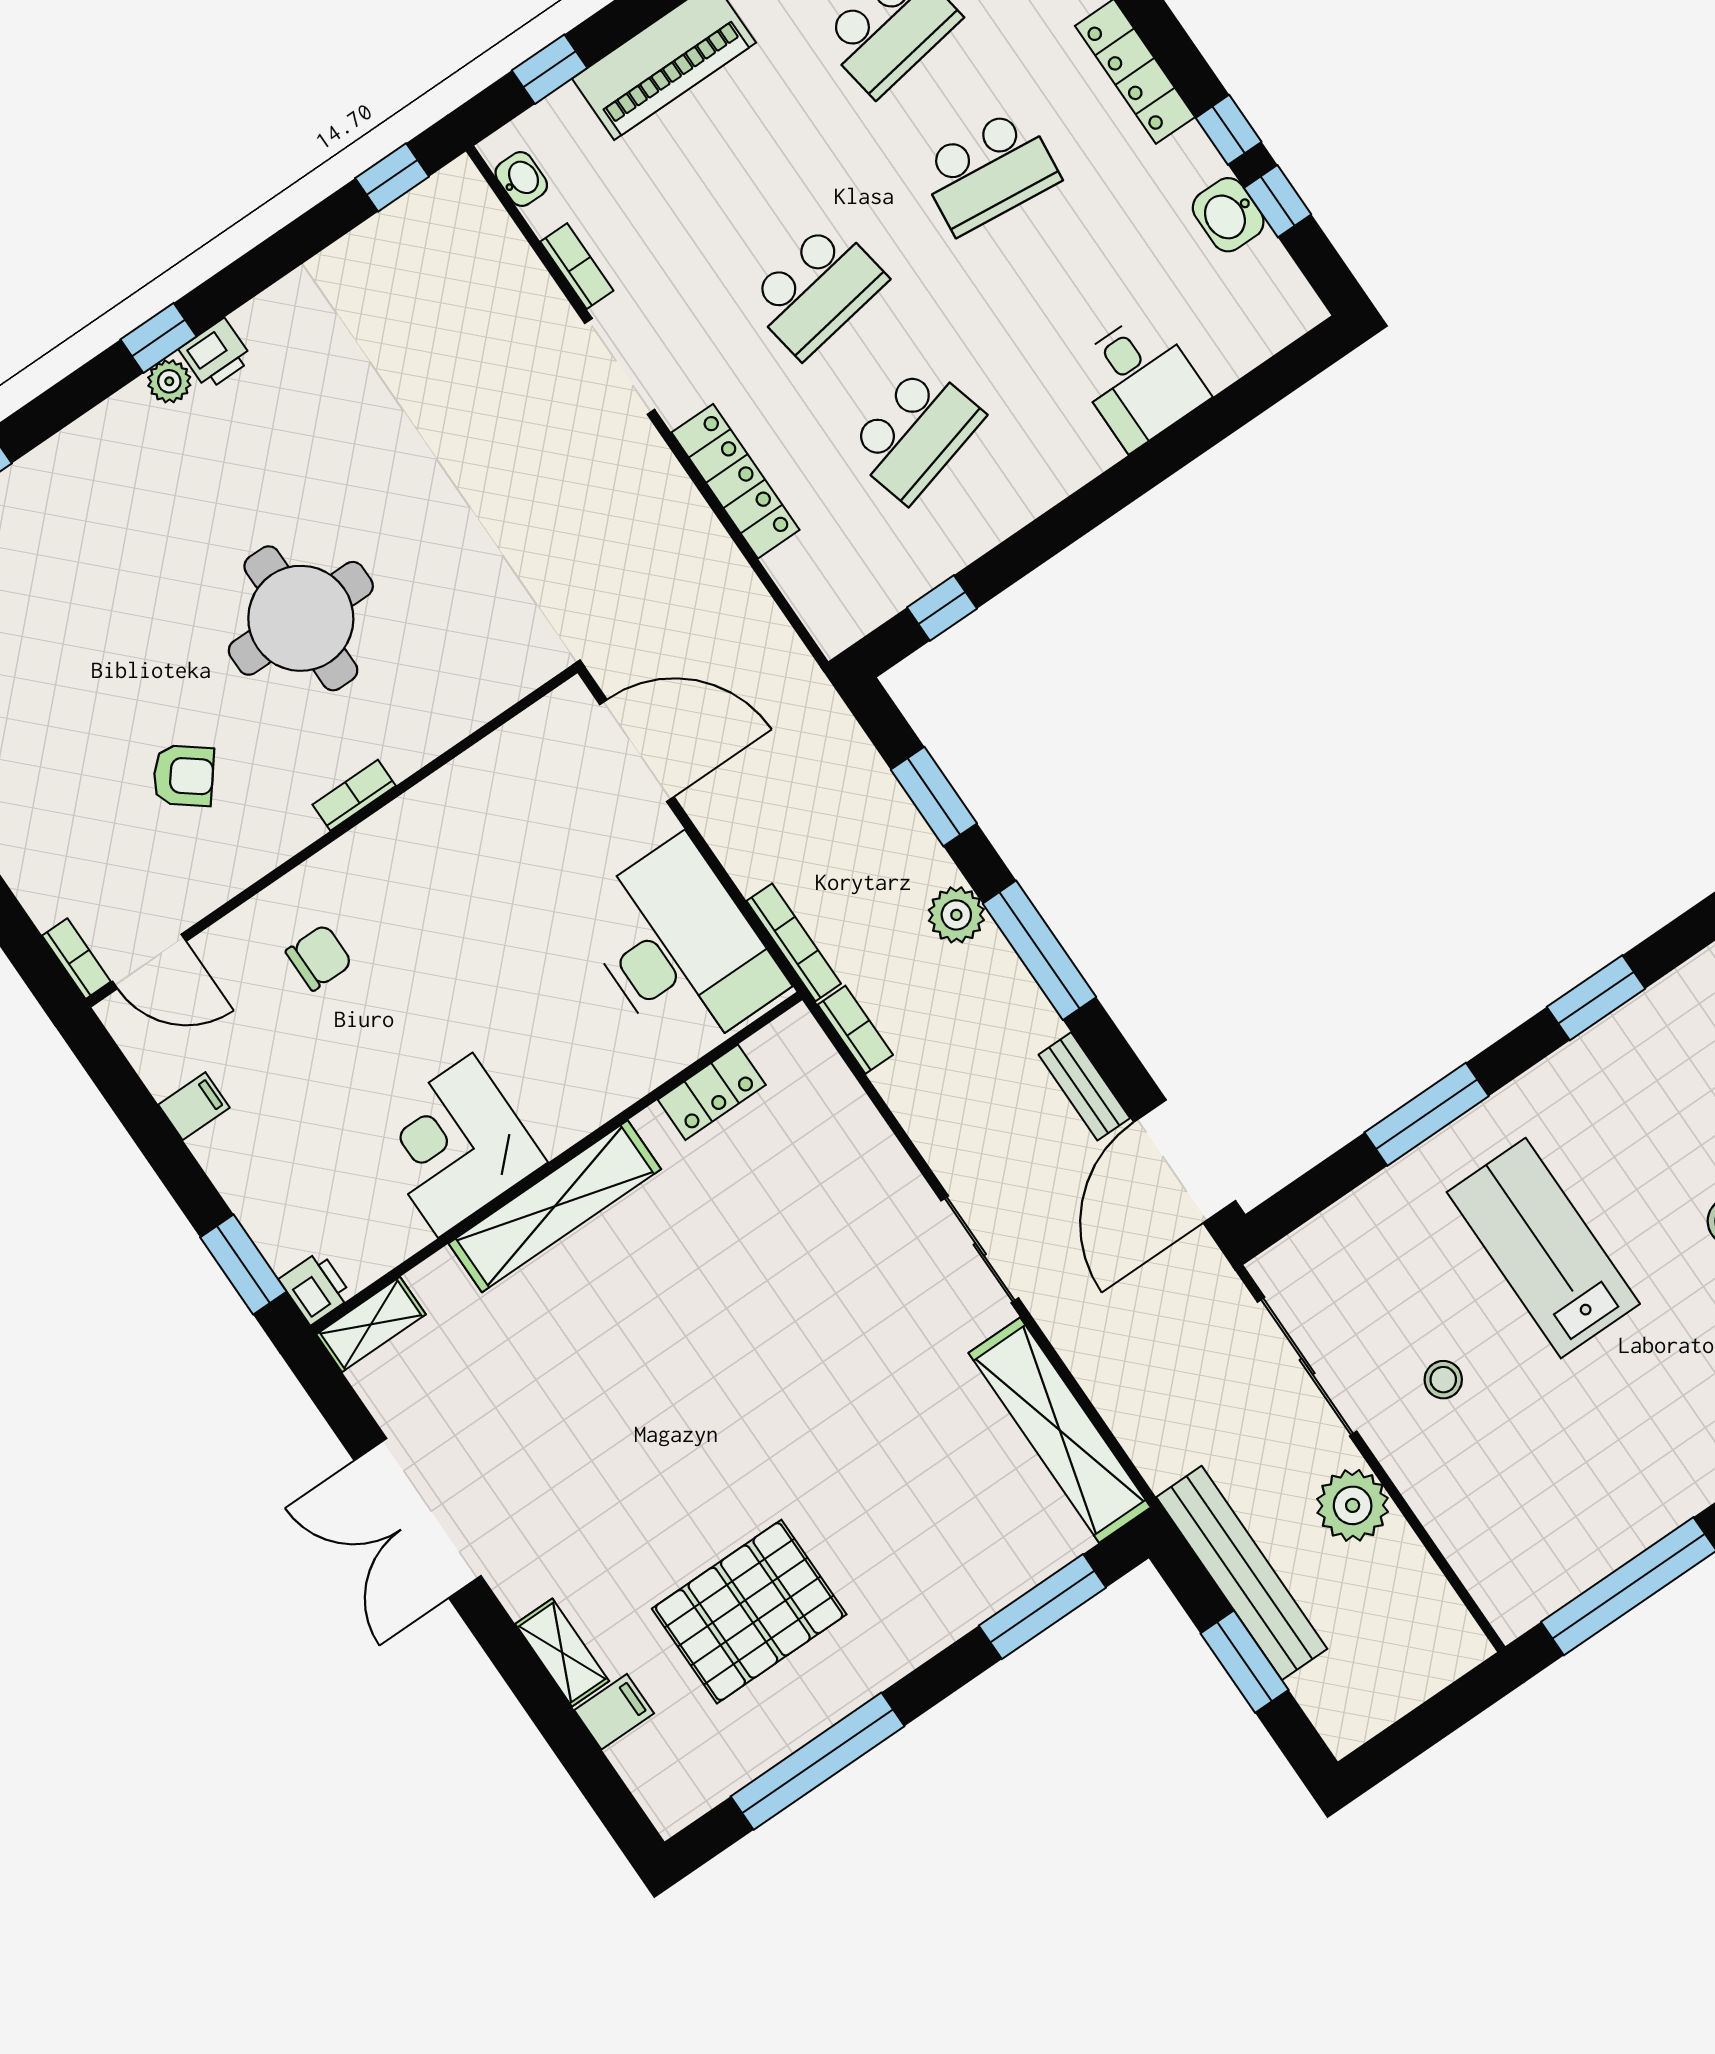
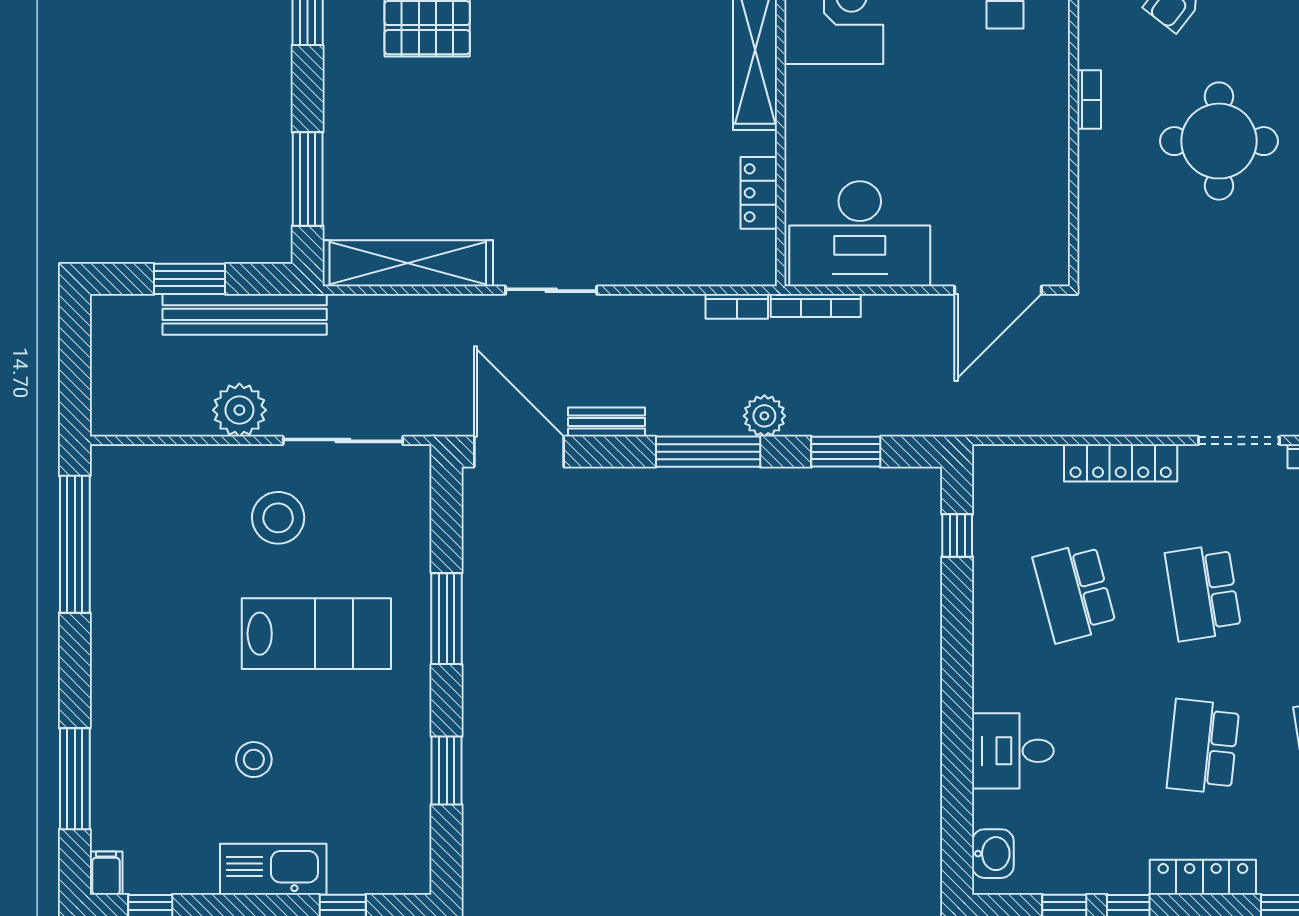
washbasin: (1228, 215) -> (993, 854), moved, turned 90
stool: (1443, 1380) -> (278, 518), width x1.89, depth x1.89

